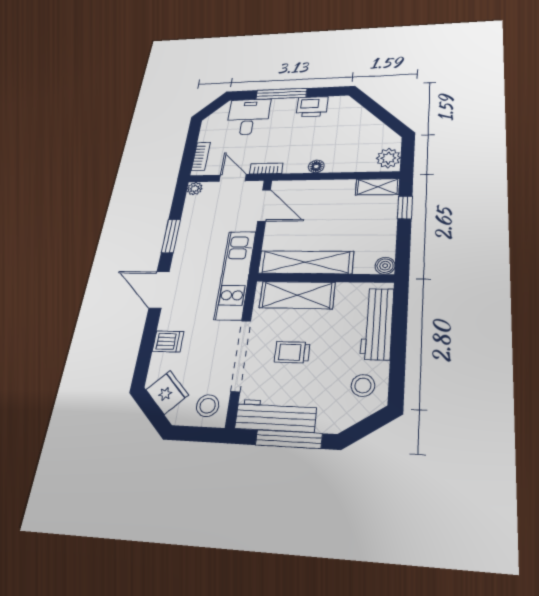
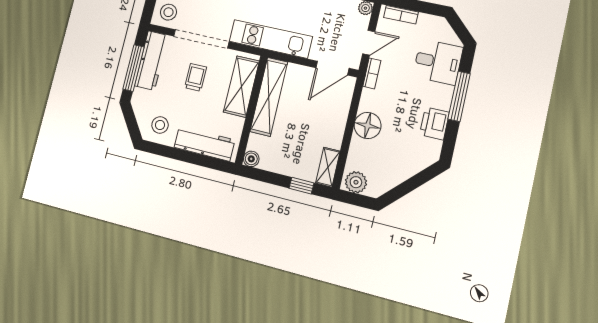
floor lamp: (316, 166) -> (368, 125), width x1.89, depth x1.89

